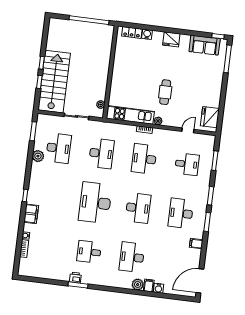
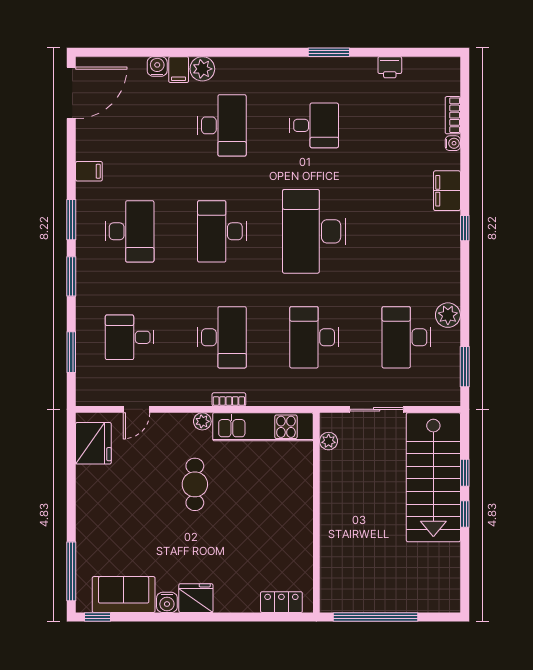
water cooler: (147, 34) -> (167, 602), moved
desk: (95, 203) -> (314, 231), turned 180
printer: (75, 277) -> (390, 67), moved

